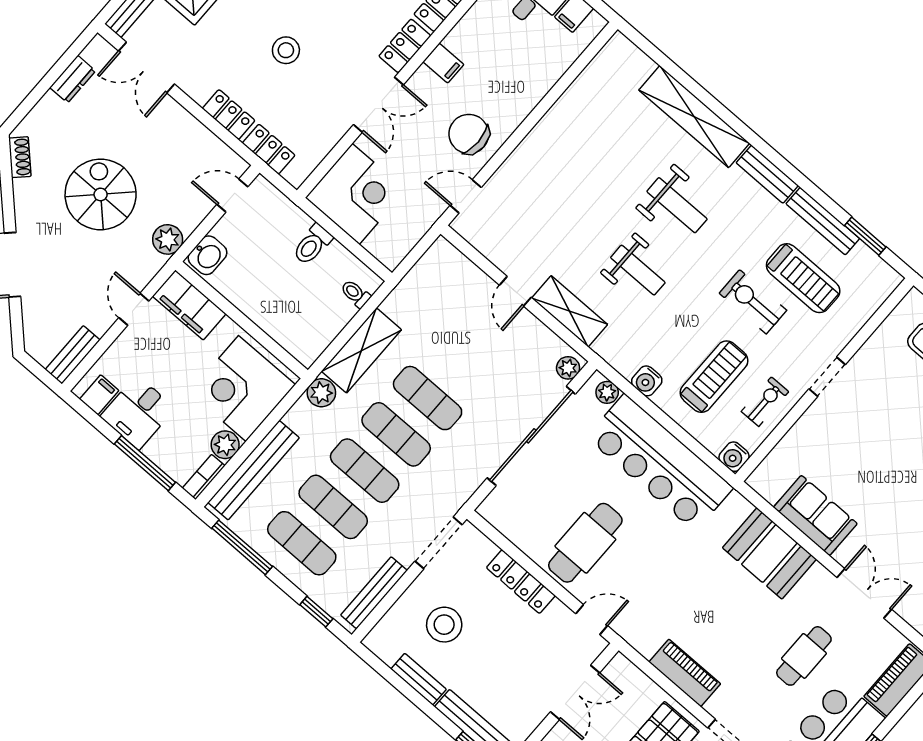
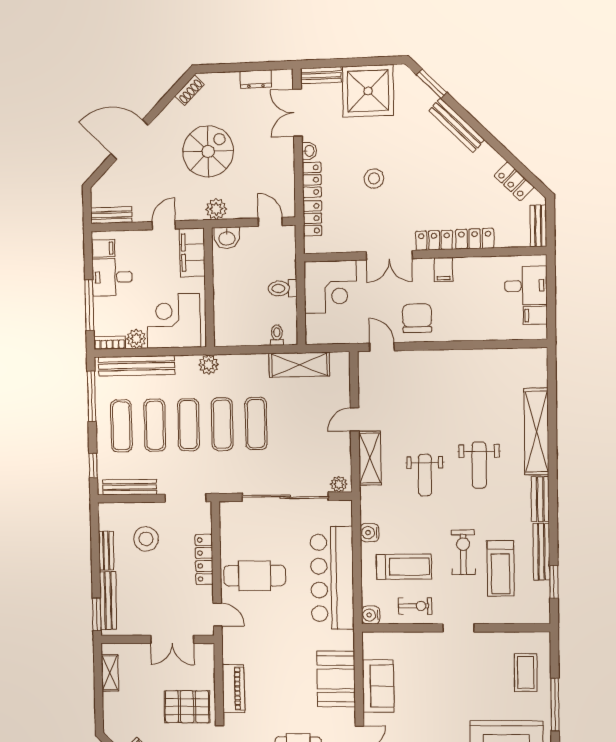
washbasin: (197, 91) -> (309, 151), added
shelving: (361, 351) -> (299, 365), moved
plant: (607, 392) -> (344, 517), removed

